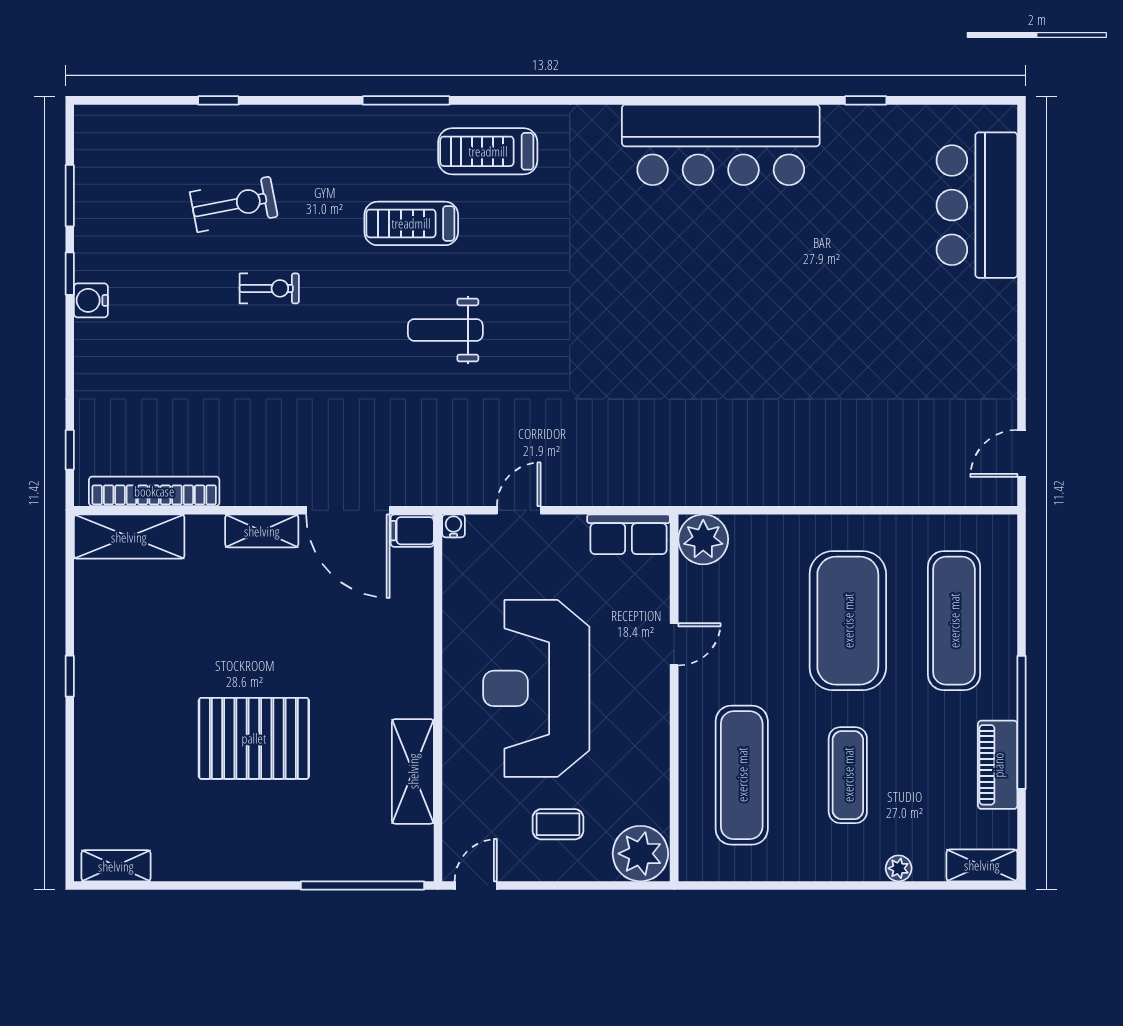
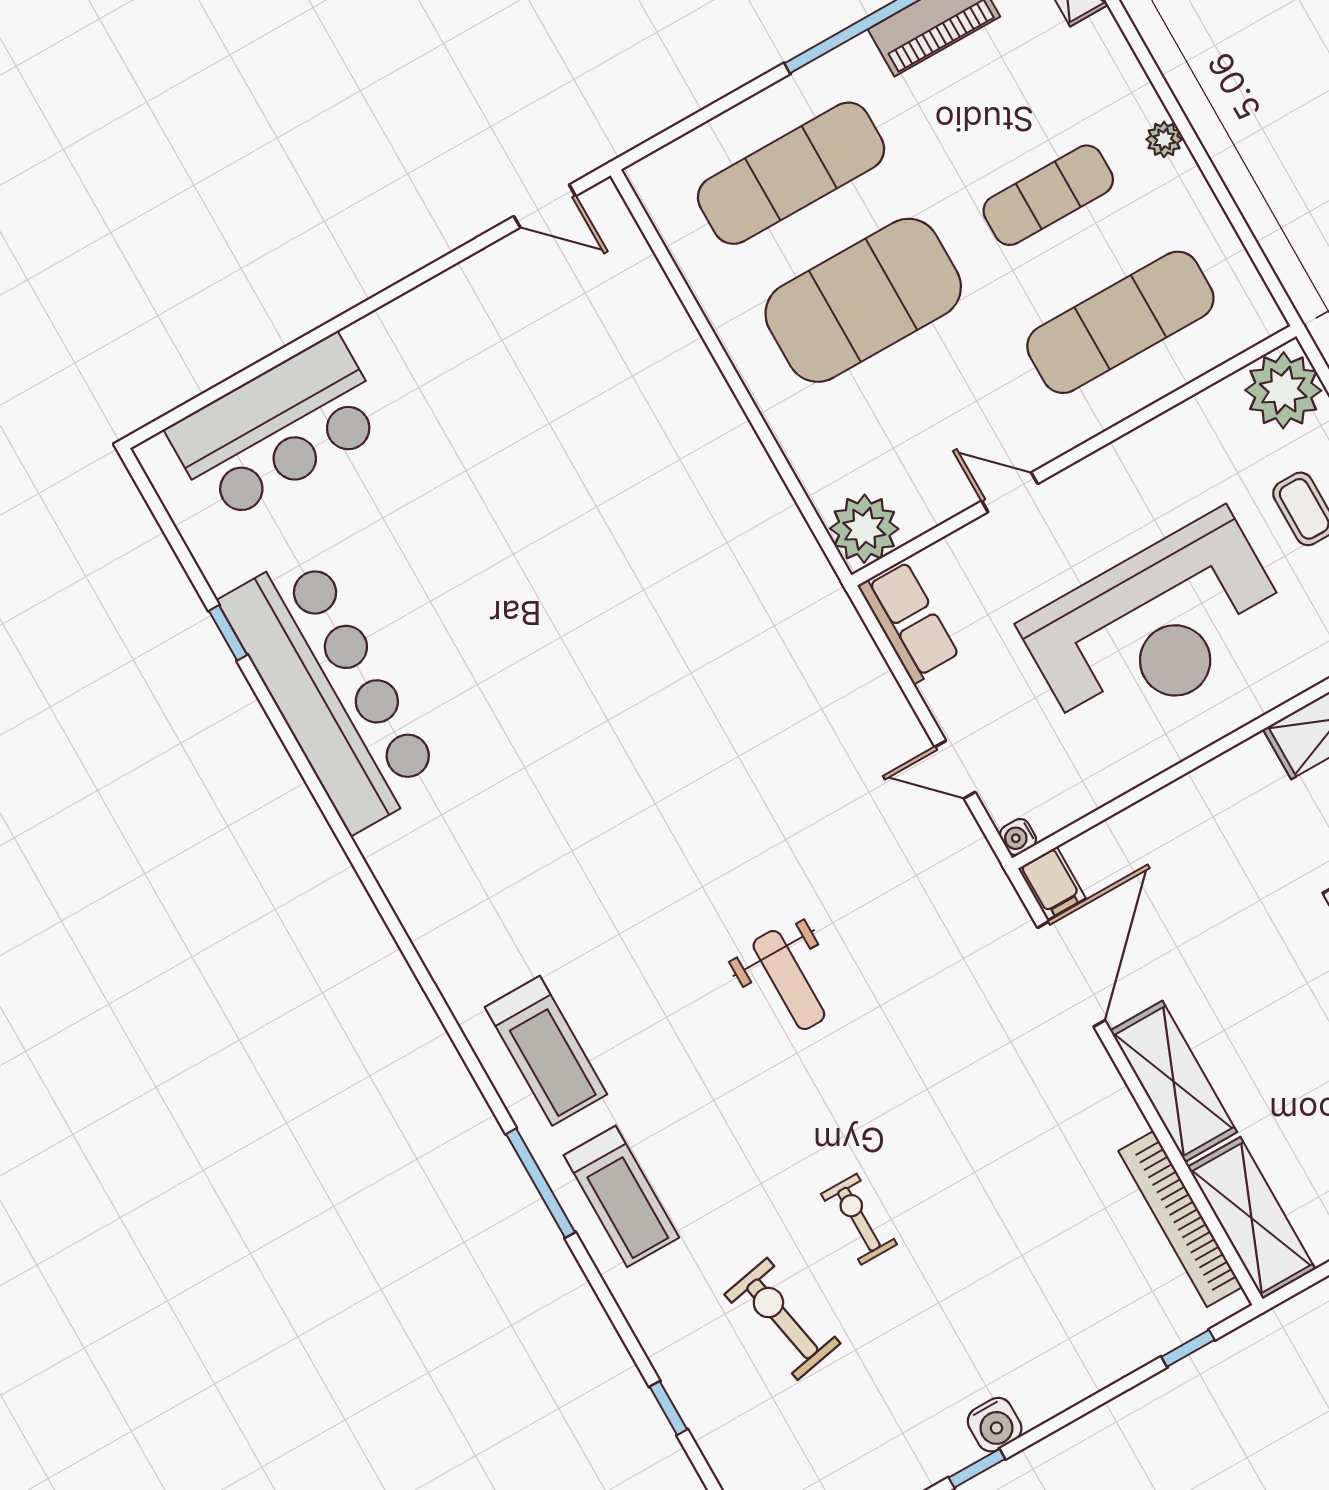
bar counter: (721, 145) -> (331, 691), moved
treadmill: (411, 223) -> (621, 1196), moved
shelving: (262, 531) -> (1174, 1081), width x1.50, depth x1.33
plant: (899, 868) -> (1164, 139), moved

